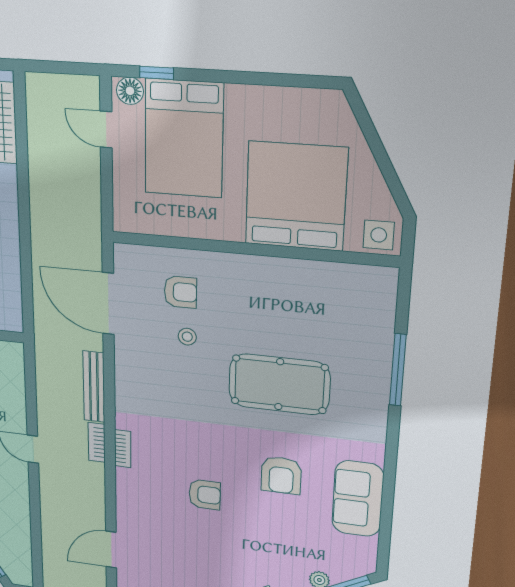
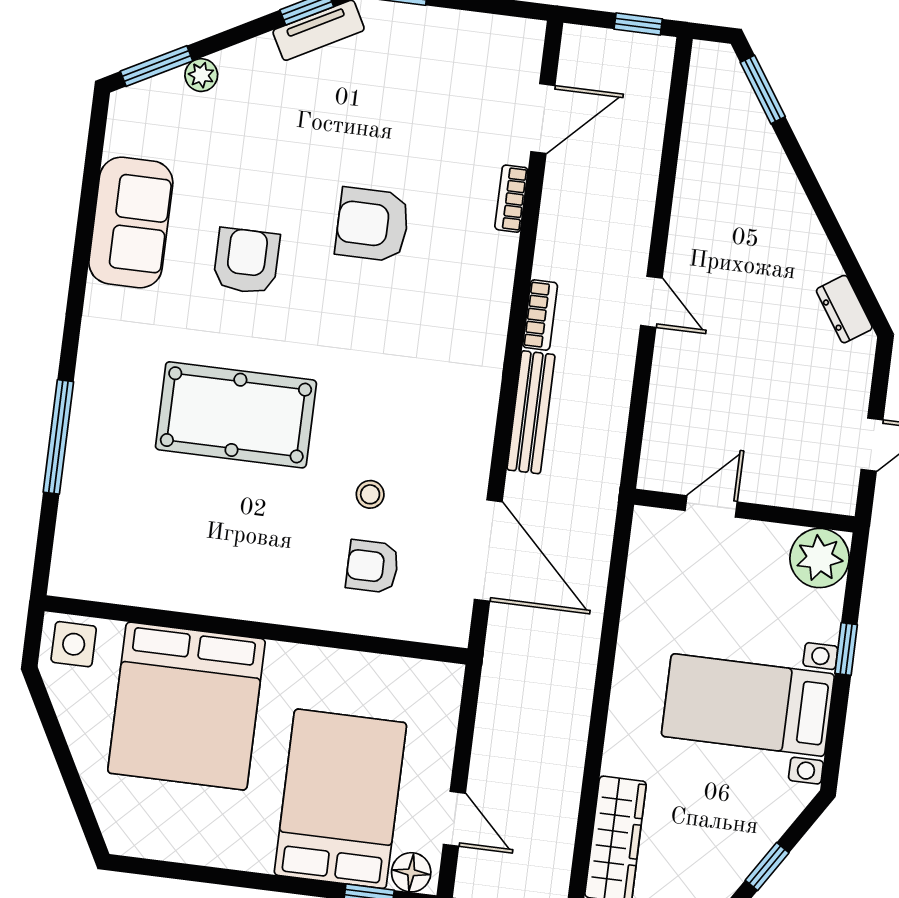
bookcase: (123, 449) -> (511, 199), moved
armchair: (205, 495) -> (372, 225), width x1.38, depth x1.38

